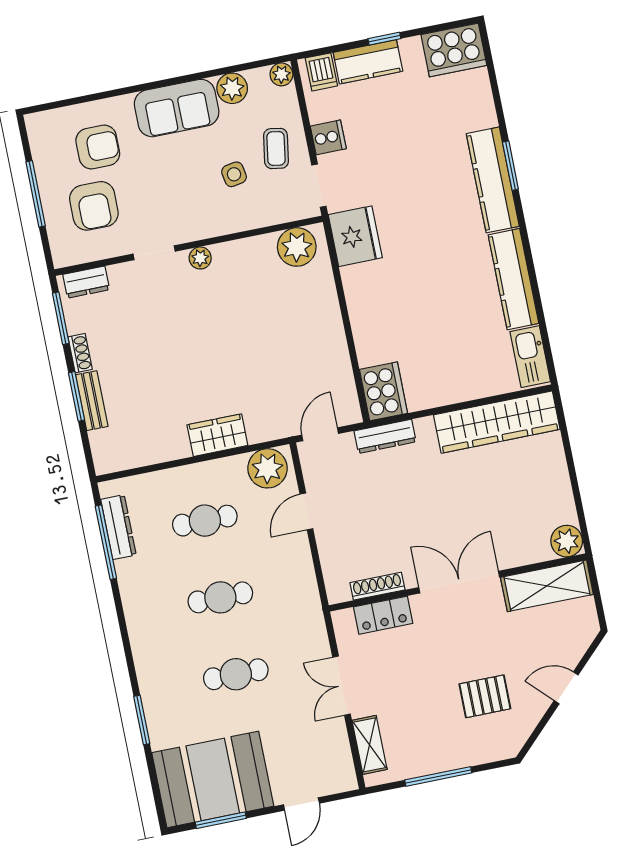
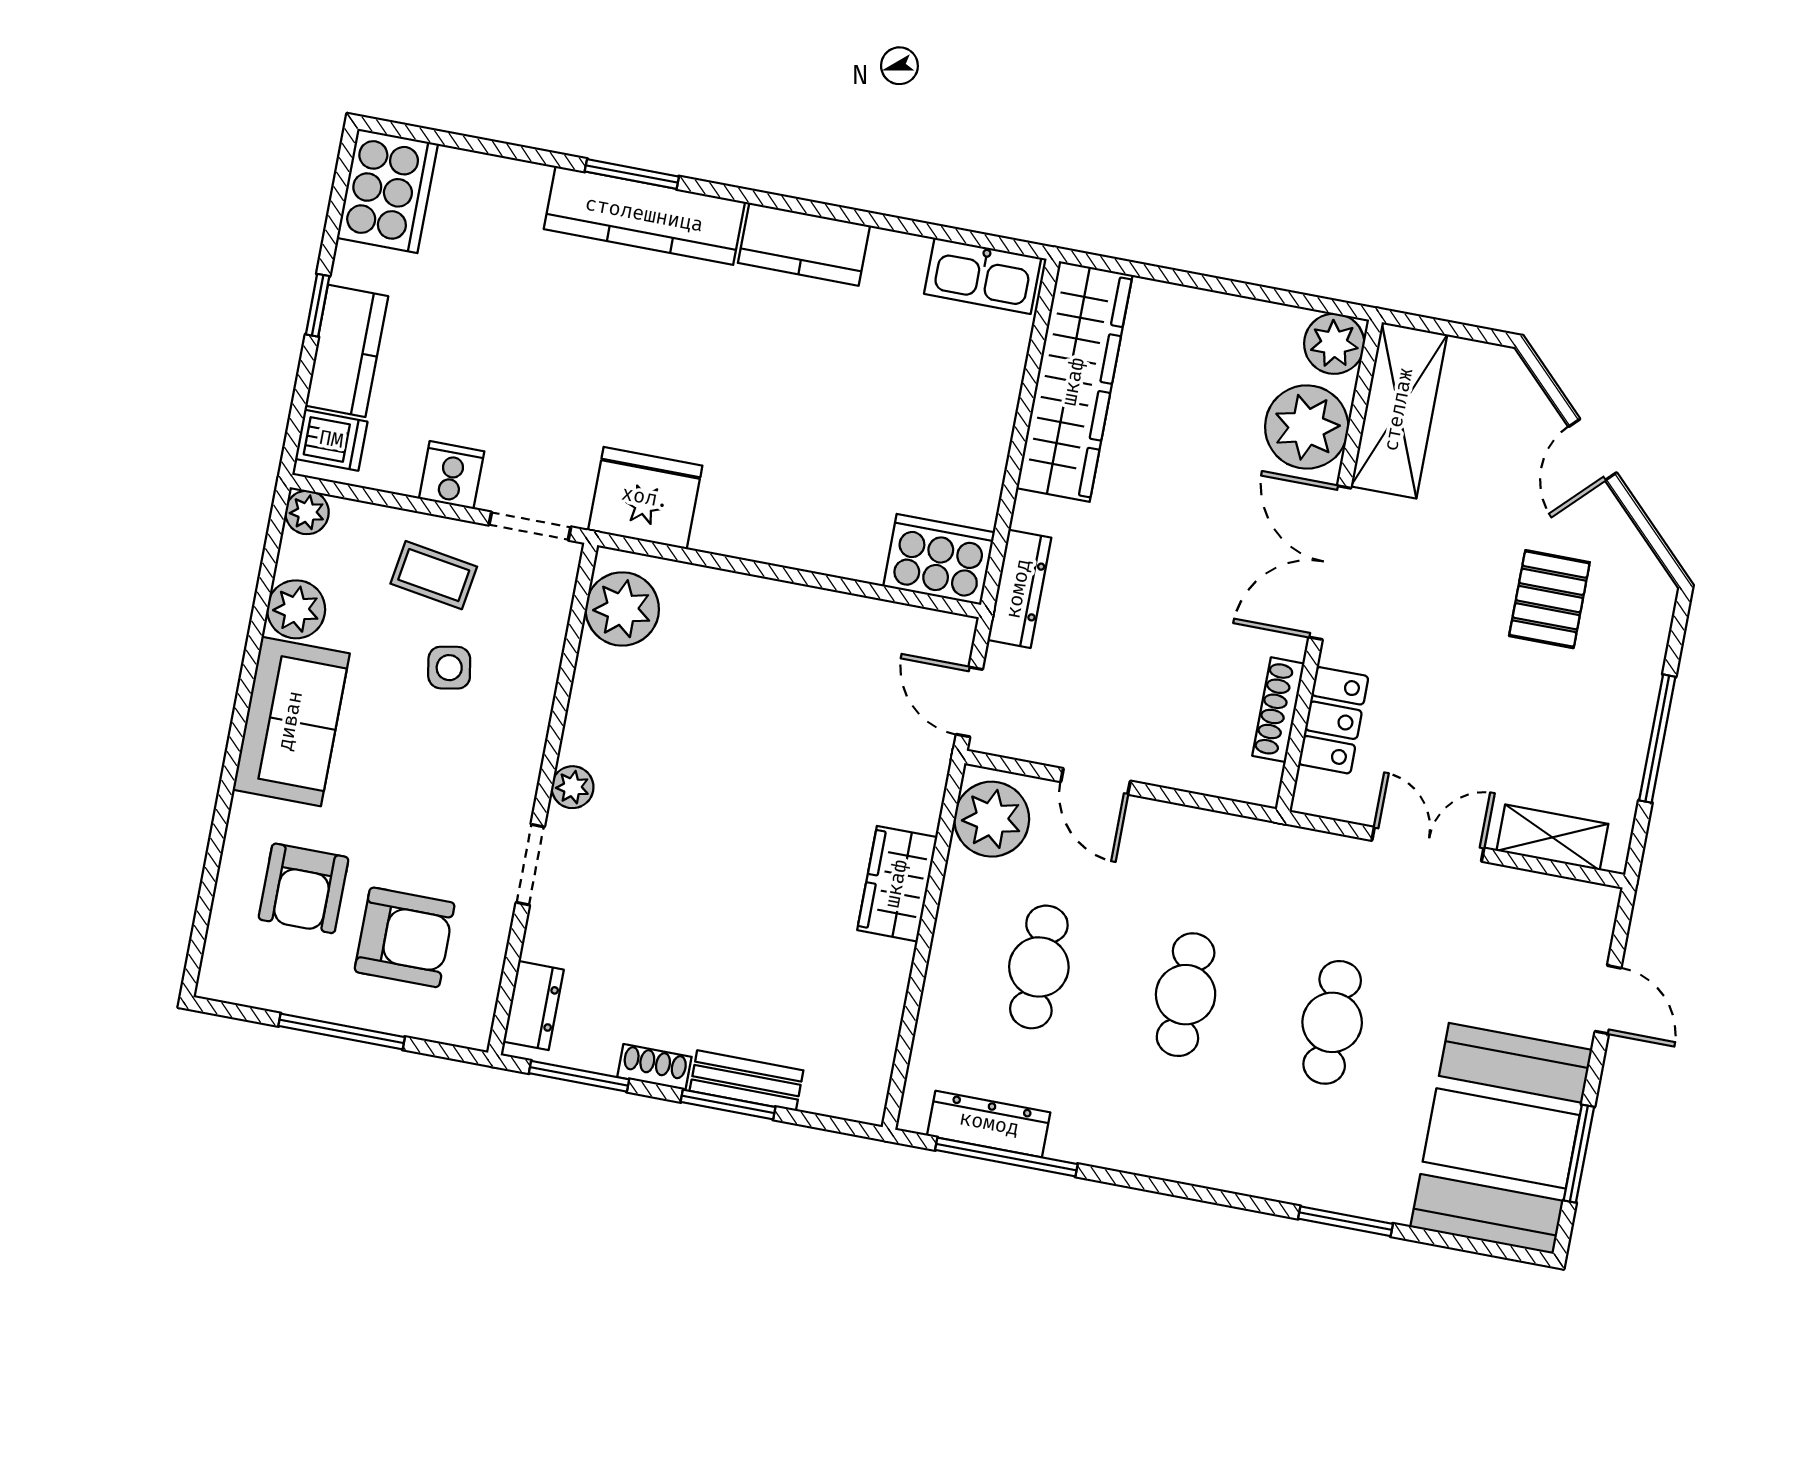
armchair: (98, 147) -> (304, 888), turned 180
kitchen counter: (513, 279) -> (804, 244), width x0.67
plant: (521, 544) -> (1307, 427), added
double door: (341, 686) -> (1428, 844), swing flipped

